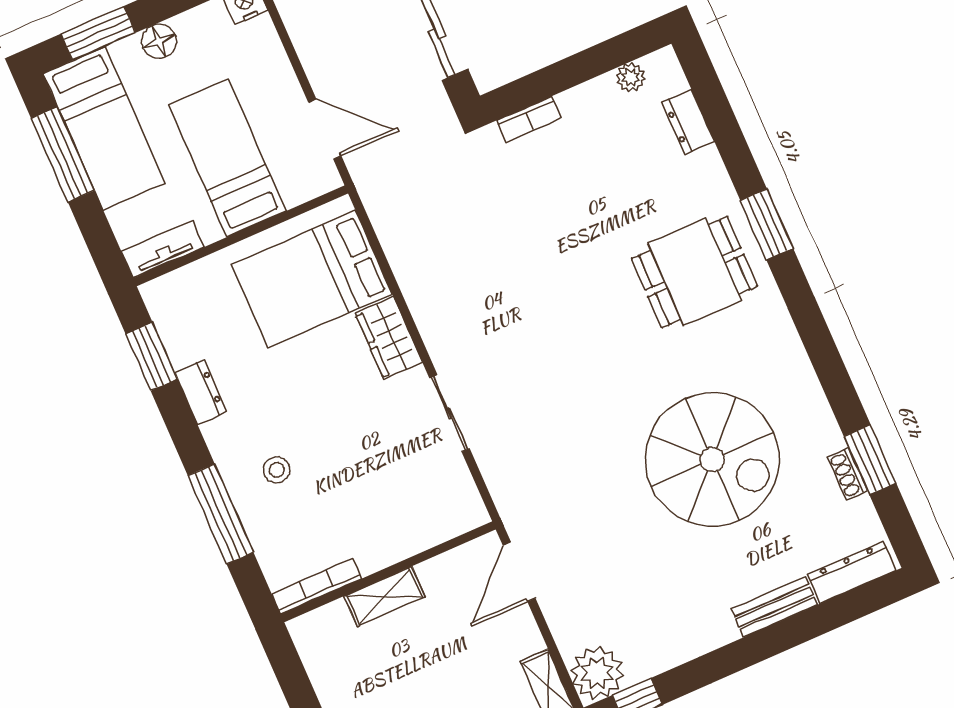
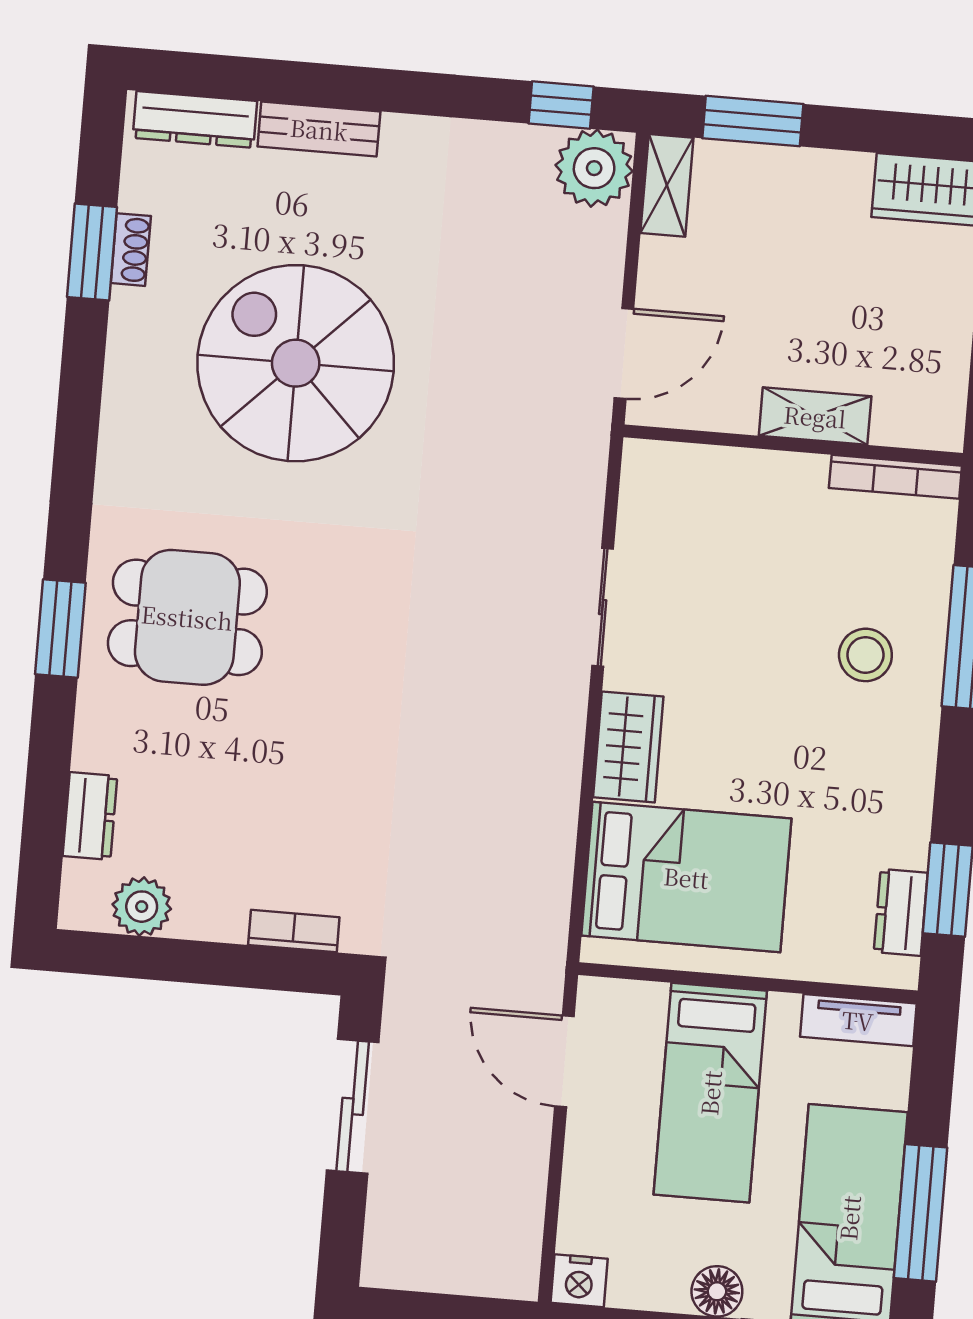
plant: (631, 77) -> (142, 907), width x1.38, depth x1.38
dresser: (201, 392) -> (901, 912), moved
stool: (277, 470) -> (865, 655), width x1.37, depth x1.37

